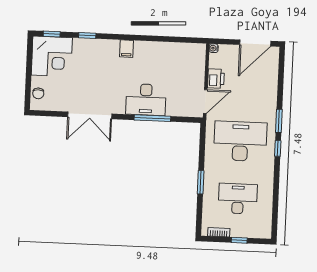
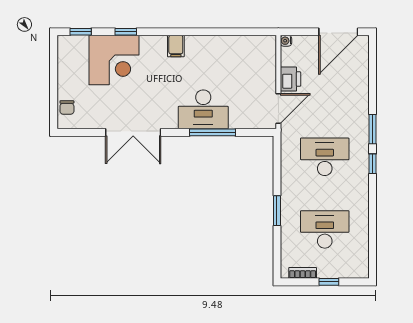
corner desk: (52, 56) -> (114, 60), moved
desk: (240, 141) -> (325, 157), width x0.73, depth x0.77

